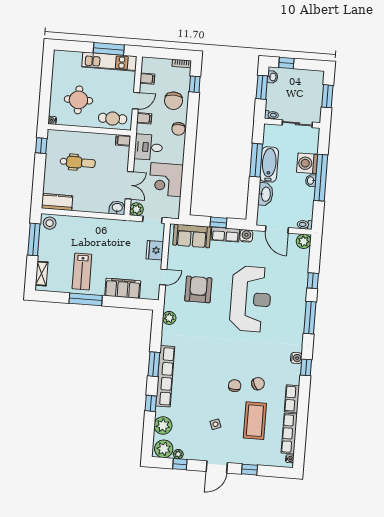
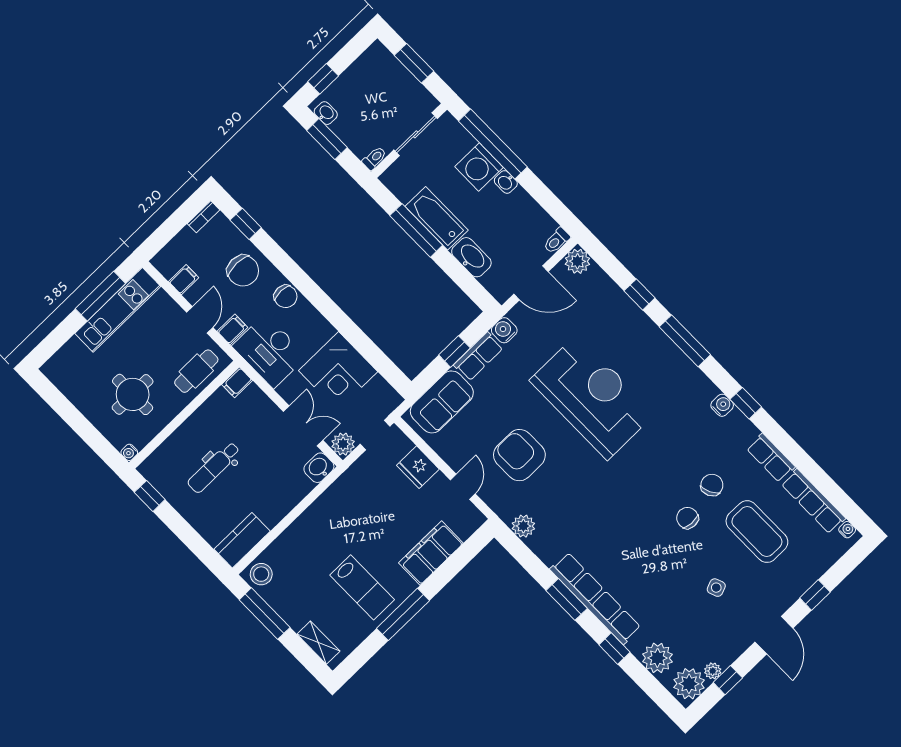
desk: (148, 147) -> (269, 351), width x1.37
dental chair: (78, 162) -> (214, 467), turned 180
window: (321, 178) -> (493, 144), moved

